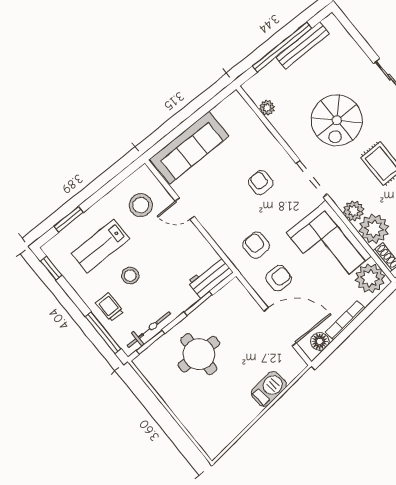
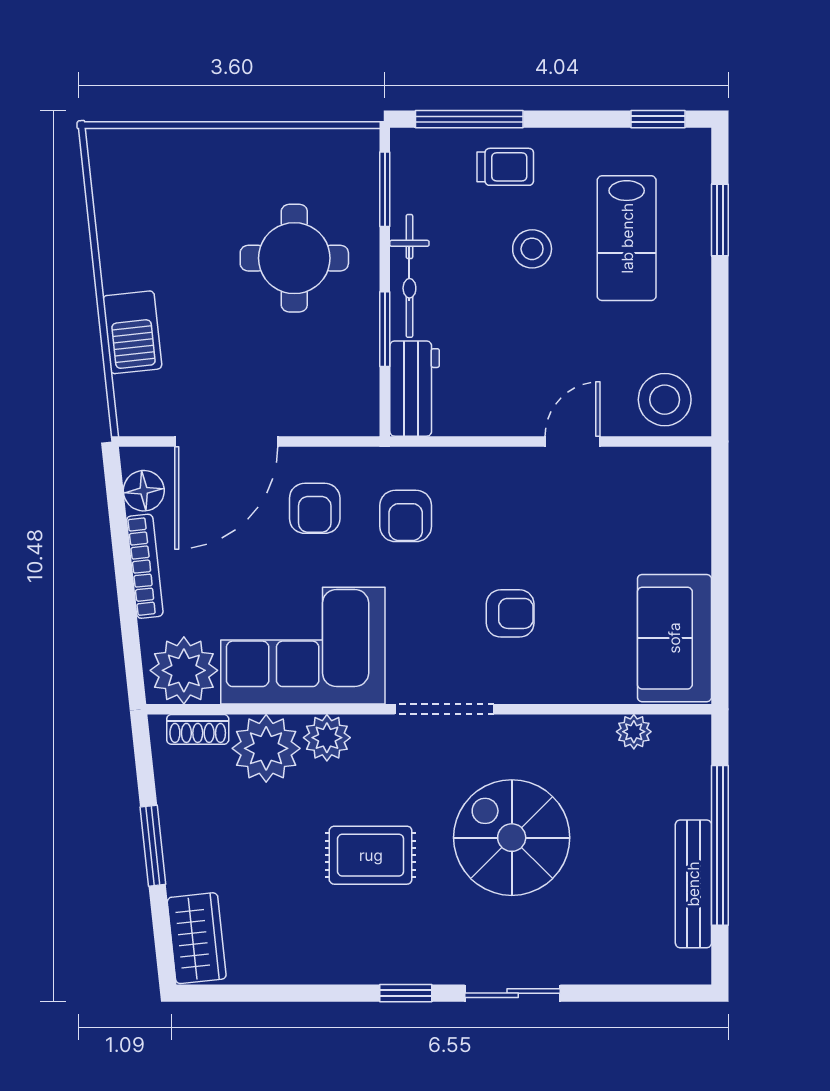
sofa: (189, 148) -> (674, 638), moved, width x0.73
stool: (141, 205) -> (665, 400), moved
armchair: (256, 245) -> (406, 516), turned 90
lab bench: (100, 246) -> (627, 238), turned 180
bicycle: (149, 330) -> (409, 276), moved

